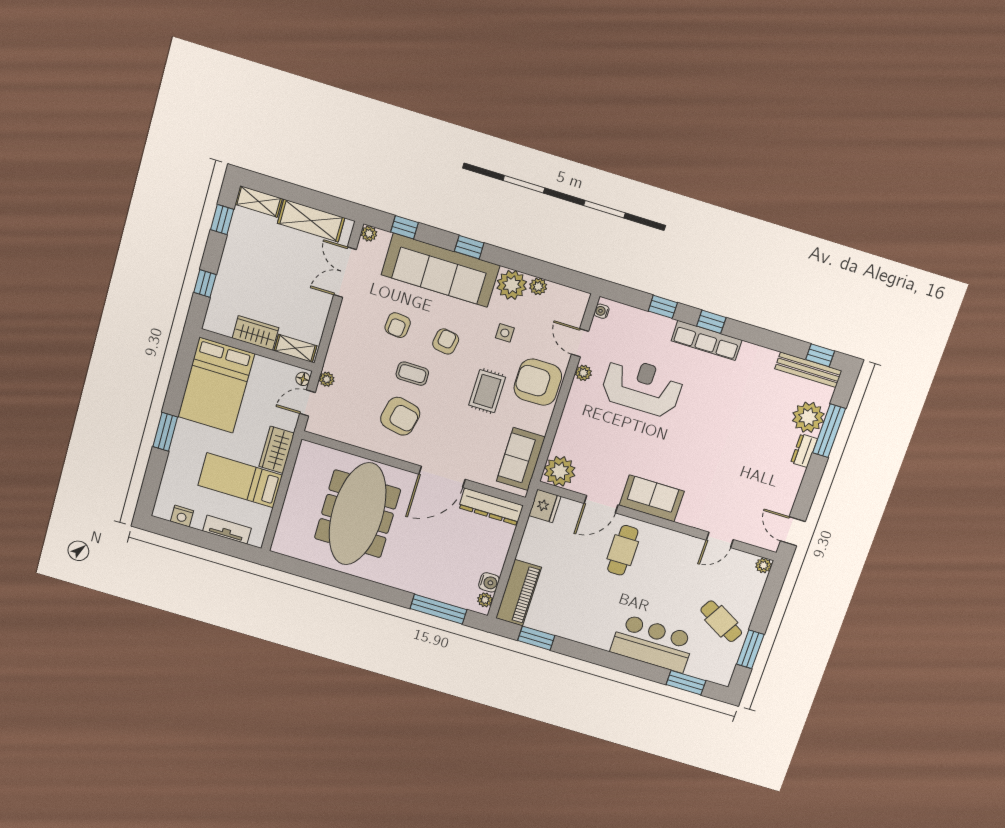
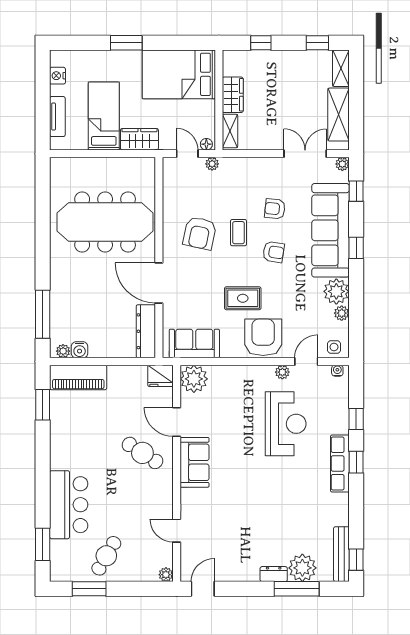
side table: (505, 333) -> (334, 347), moved
cafe table: (623, 550) -> (142, 453), turned 33

